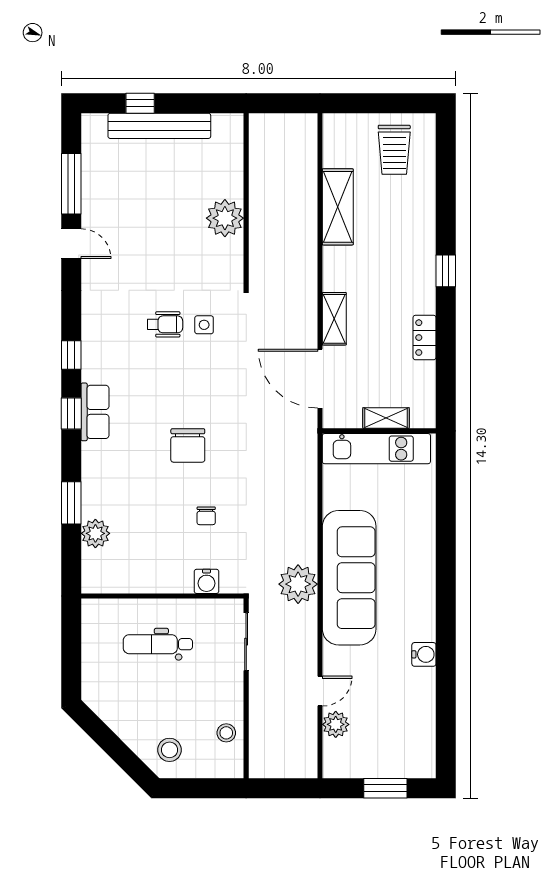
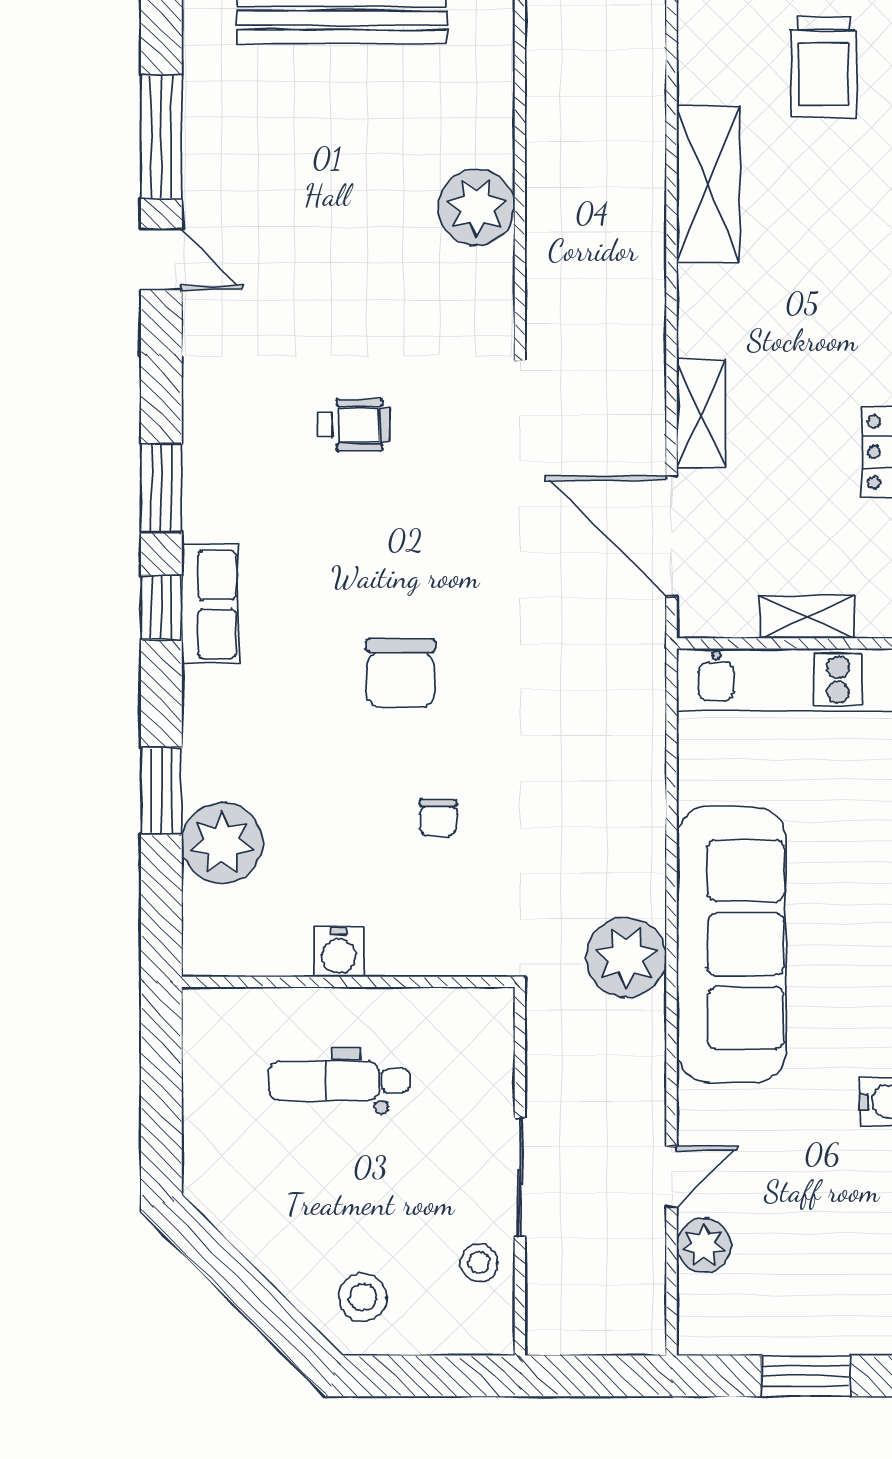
side table: (204, 325) -> (434, 426), removed
window: (71, 355) -> (161, 488), width x1.50
plant: (95, 533) -> (222, 843), width x1.36, depth x1.36
water cooler: (206, 581) -> (339, 952), moved
sliding door: (246, 642) -> (520, 1177), moved

